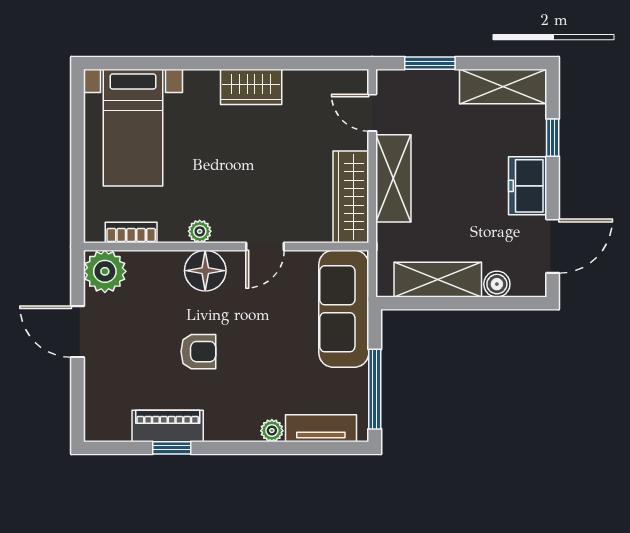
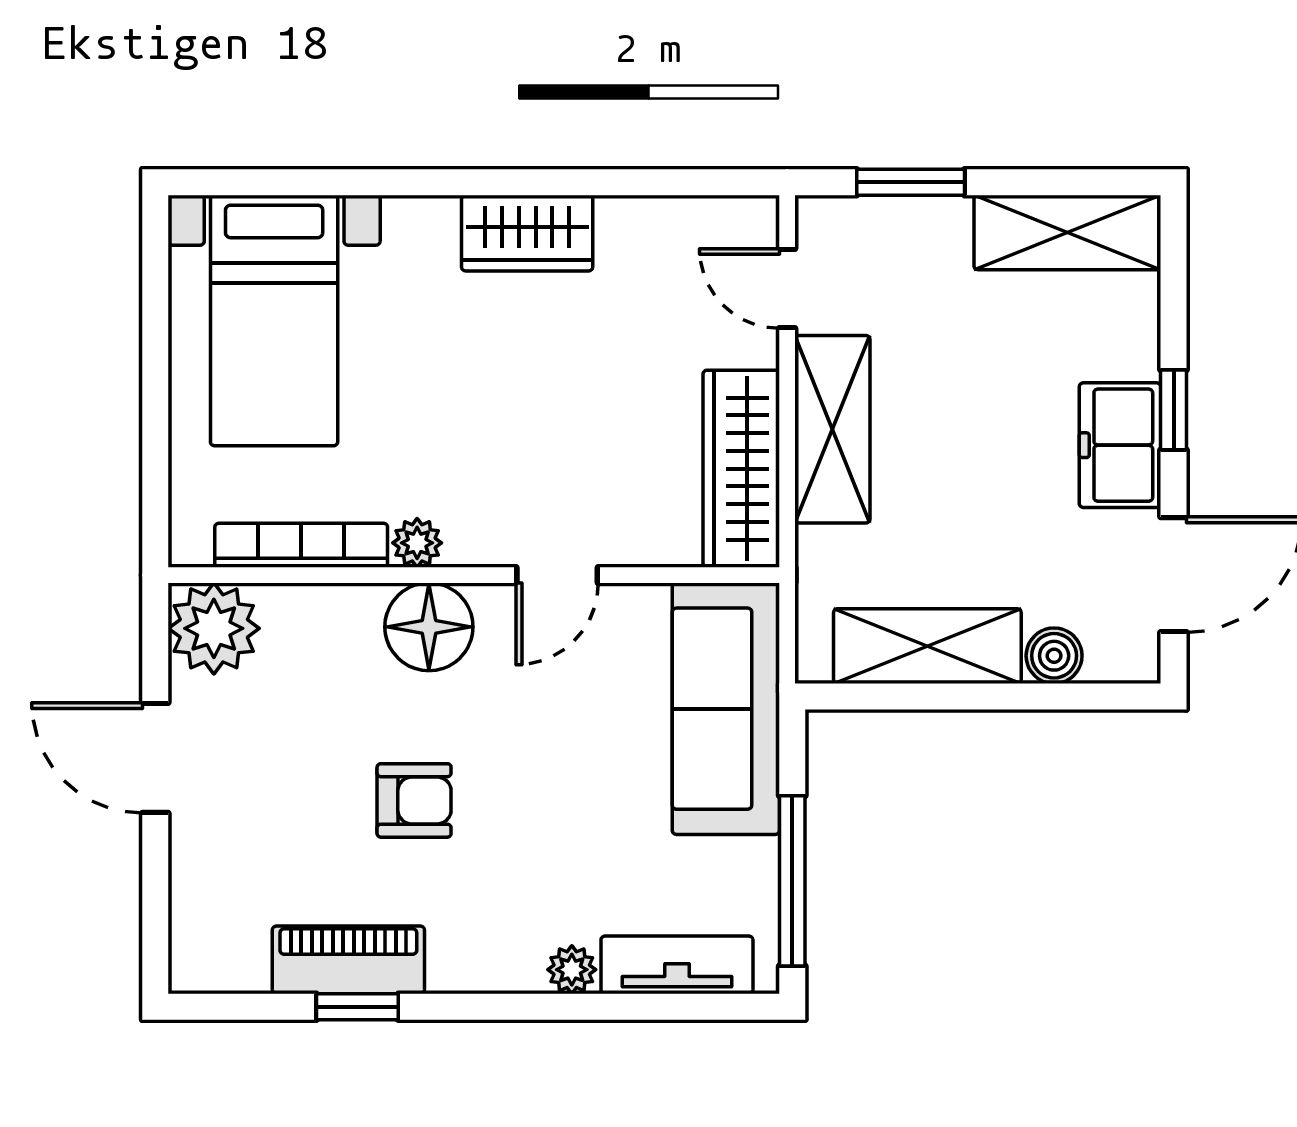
window: (553, 138) -> (1174, 410), moved
bookcase: (131, 233) -> (301, 545), width x1.56

